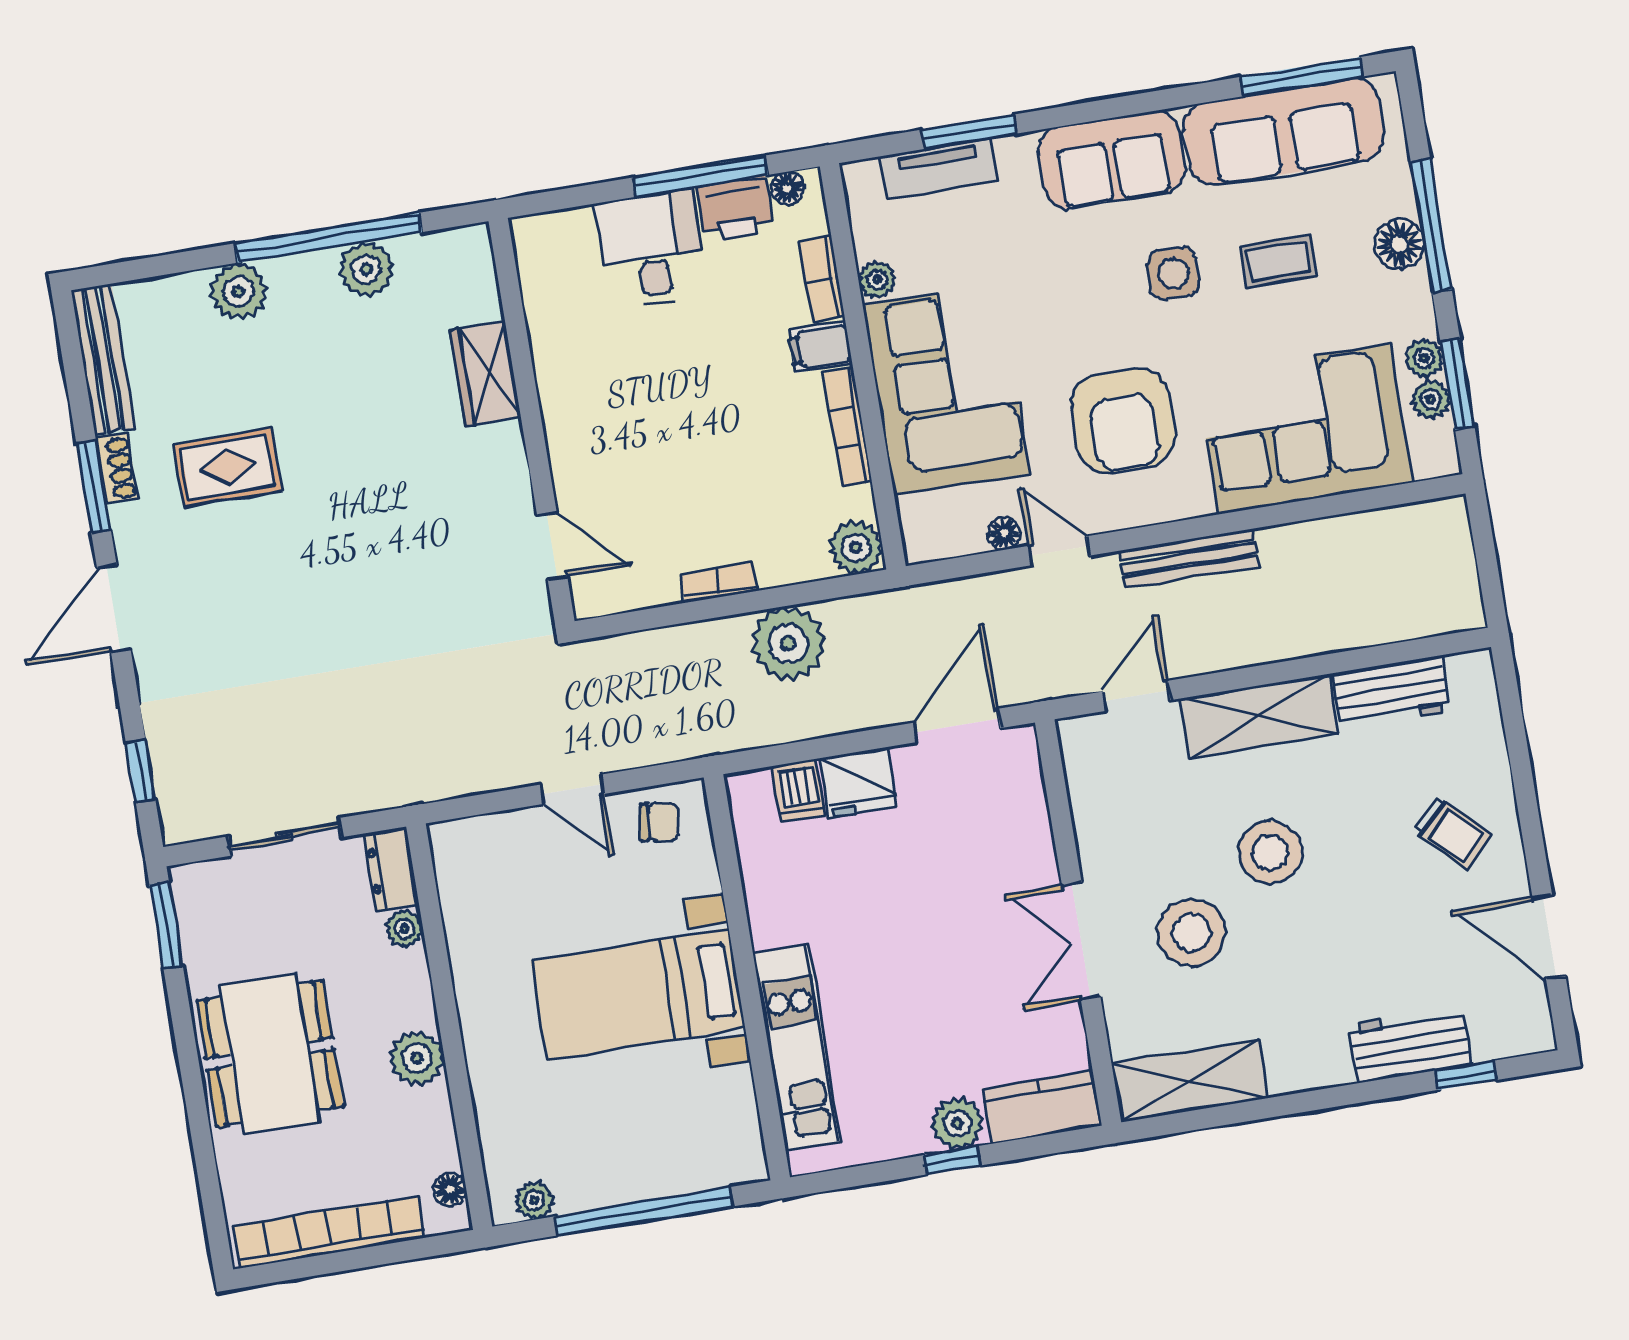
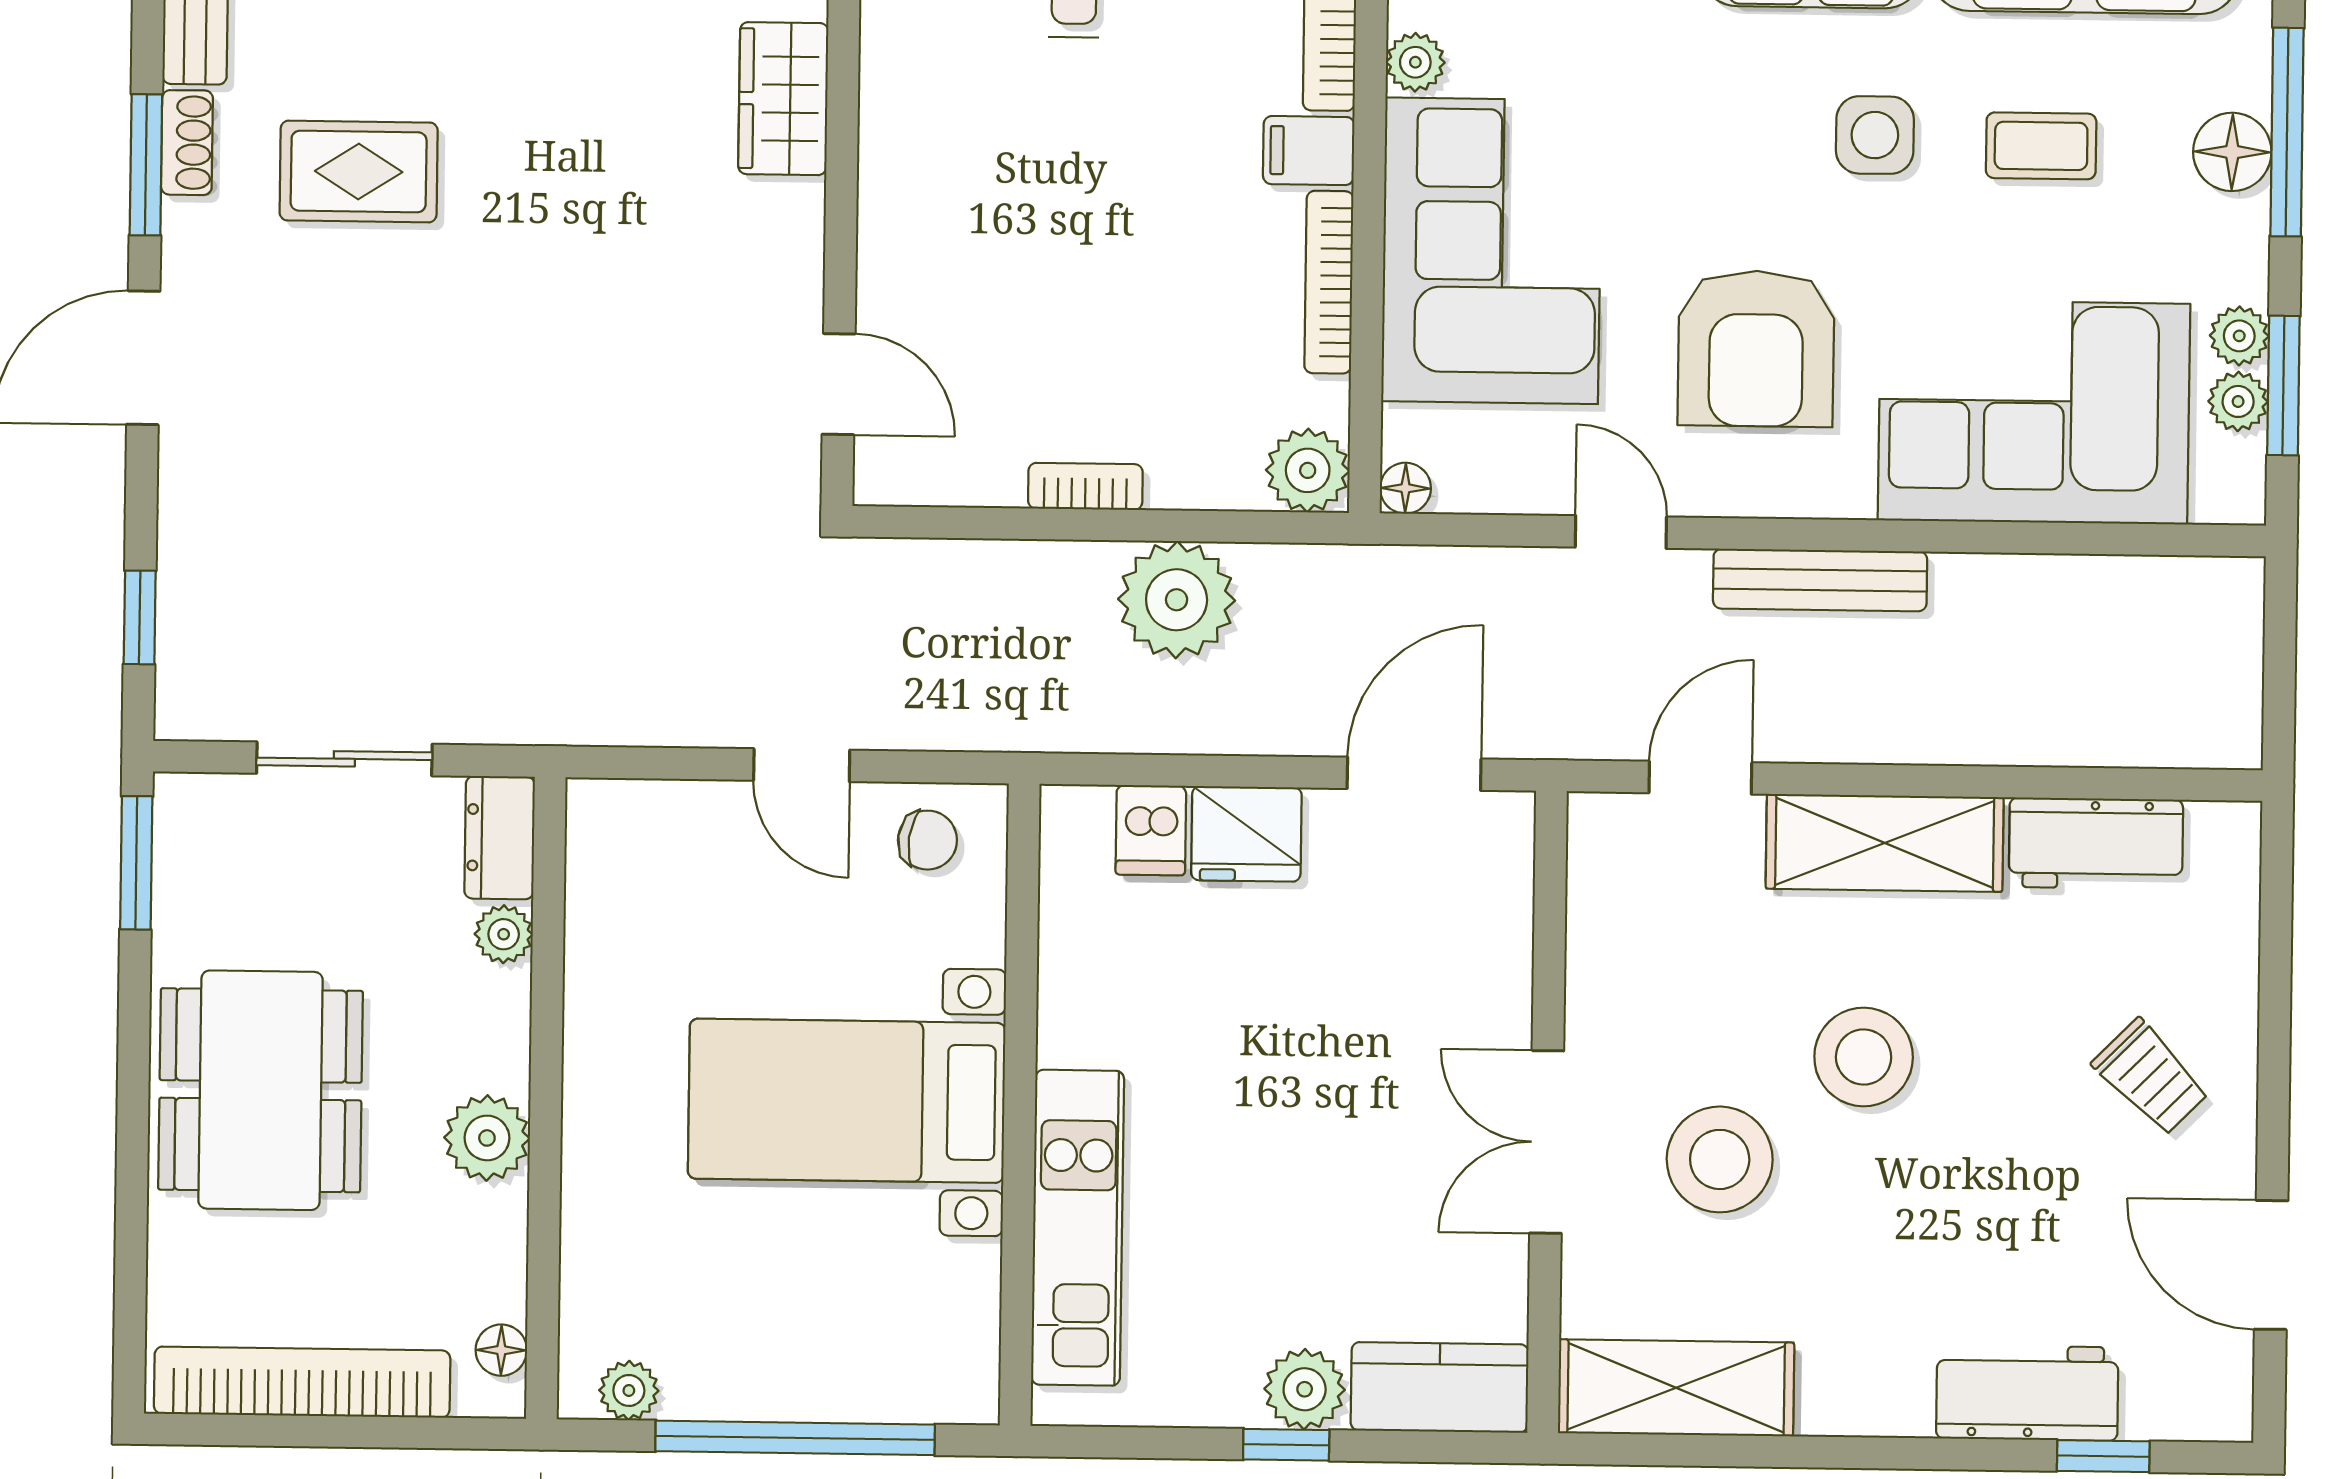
floor lamp: (1004, 534) -> (1405, 488), moved

